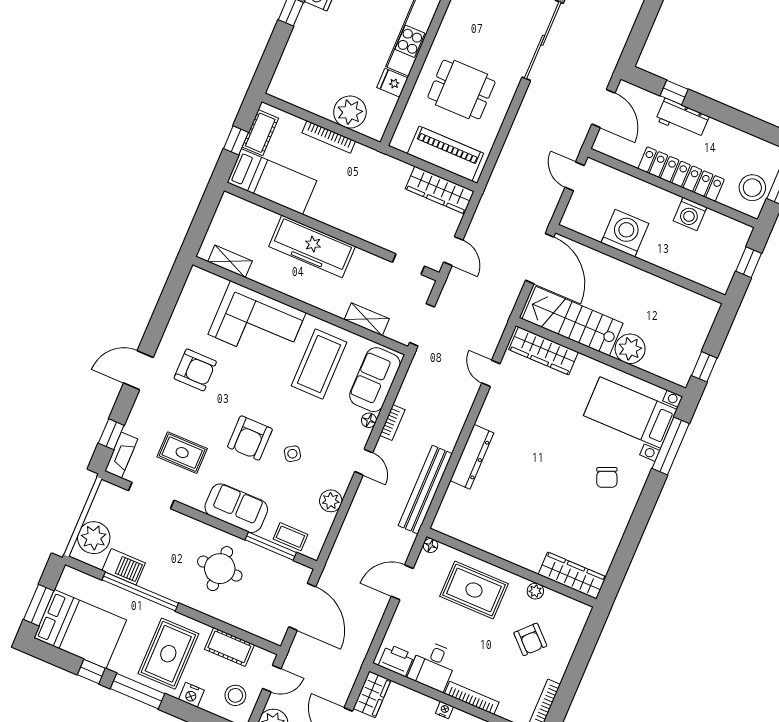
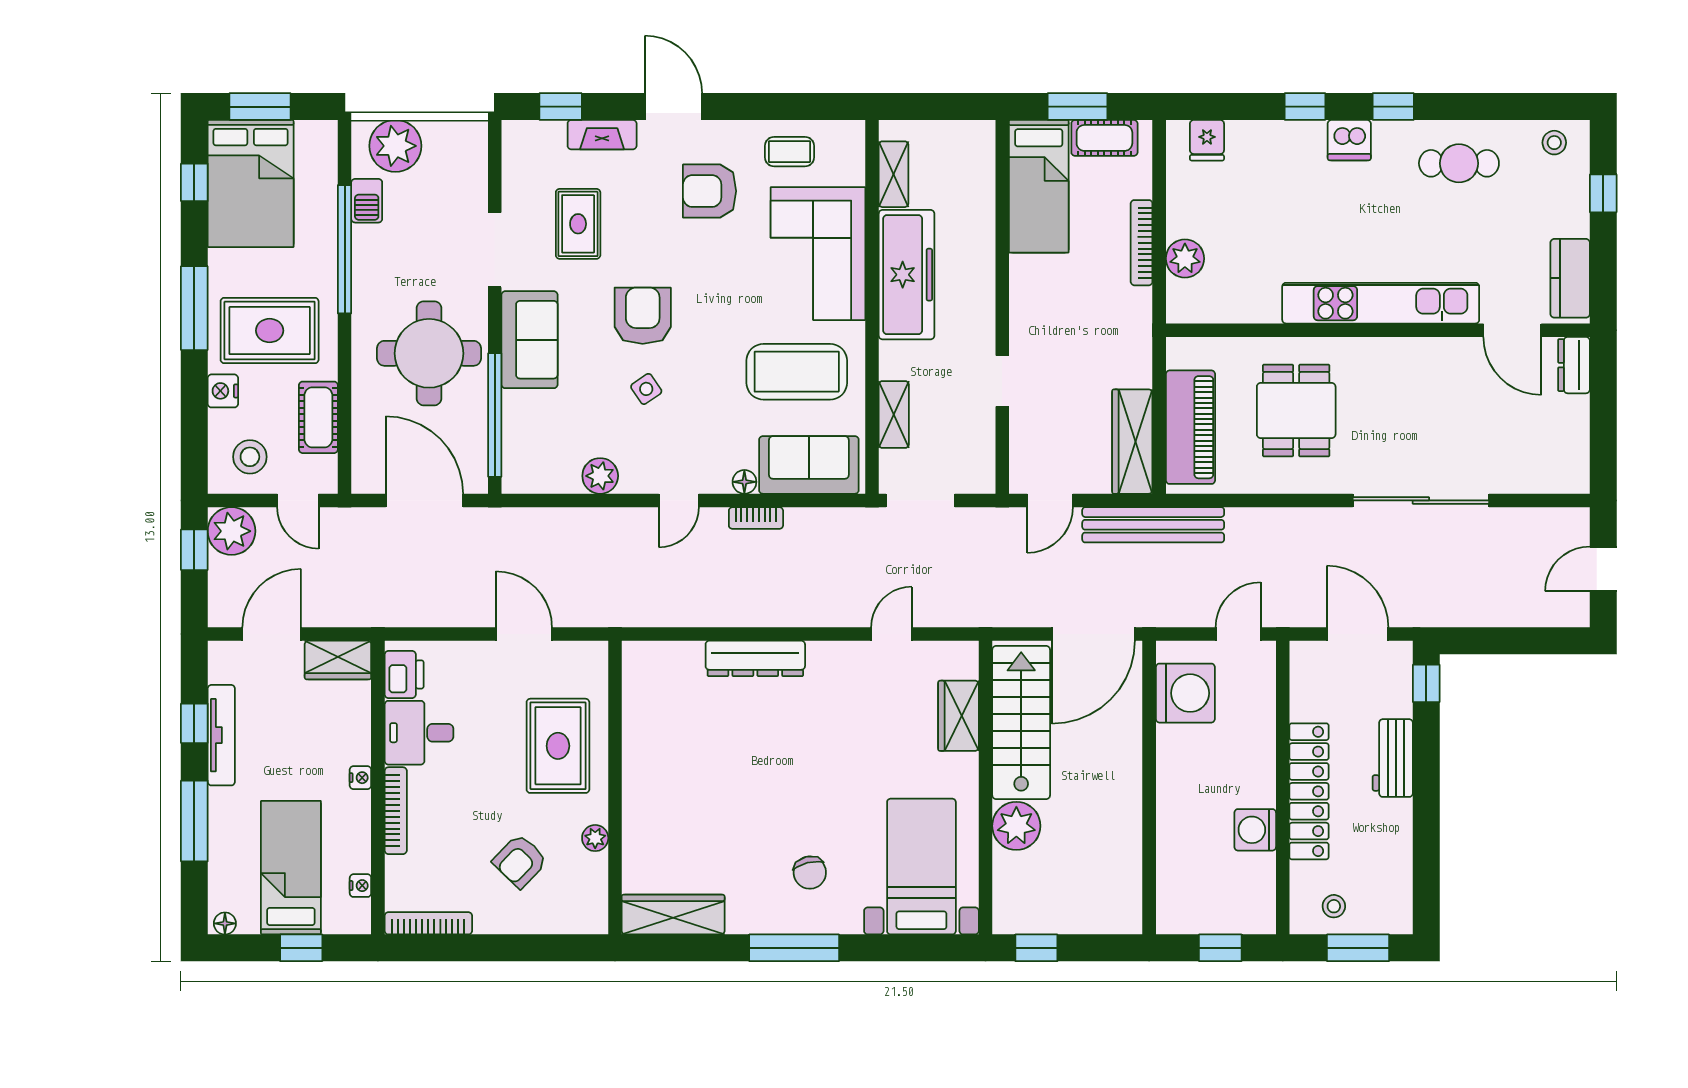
fridge: (392, 83) -> (1207, 140), moved, turned 180
window: (674, 92) -> (1426, 683), moved
door: (603, 109) -> (1357, 634), swing flipped
plant: (350, 112) -> (1185, 259), width x0.73, depth x0.73
window: (236, 140) -> (1078, 107), width x1.50
stool: (752, 188) -> (1334, 906), width x0.53, depth x0.53
washing machine: (625, 233) -> (1185, 693), moved
freezer: (312, 246) -> (907, 275), moved, turned 180
doorway: (409, 264) -> (1002, 381), moved
wardrobe: (544, 351) -> (958, 716), width x0.67
armchair: (195, 370) -> (710, 191), turned 90
armchair: (250, 438) -> (643, 316), turned 90
window: (671, 446) -> (794, 948), moved
fireplace: (121, 455) -> (602, 135), moved
chair: (607, 477) -> (810, 873), turned -81
bench: (425, 490) -> (1153, 525), moved
doorway: (151, 495) -> (495, 250), moved
coffee table: (290, 537) -> (790, 152), moved, turned 90
floor lamp: (430, 545) -> (597, 653), removed
window: (271, 546) -> (495, 415), width x1.46
barbecue: (124, 567) -> (367, 201), width x0.73, depth x0.79
round table: (220, 569) -> (429, 353), width x1.36, depth x1.36
wardrobe: (572, 576) -> (673, 915), moved, turned -90
door: (302, 607) -> (424, 500), swing flipped
window: (91, 672) -> (194, 182), moved

